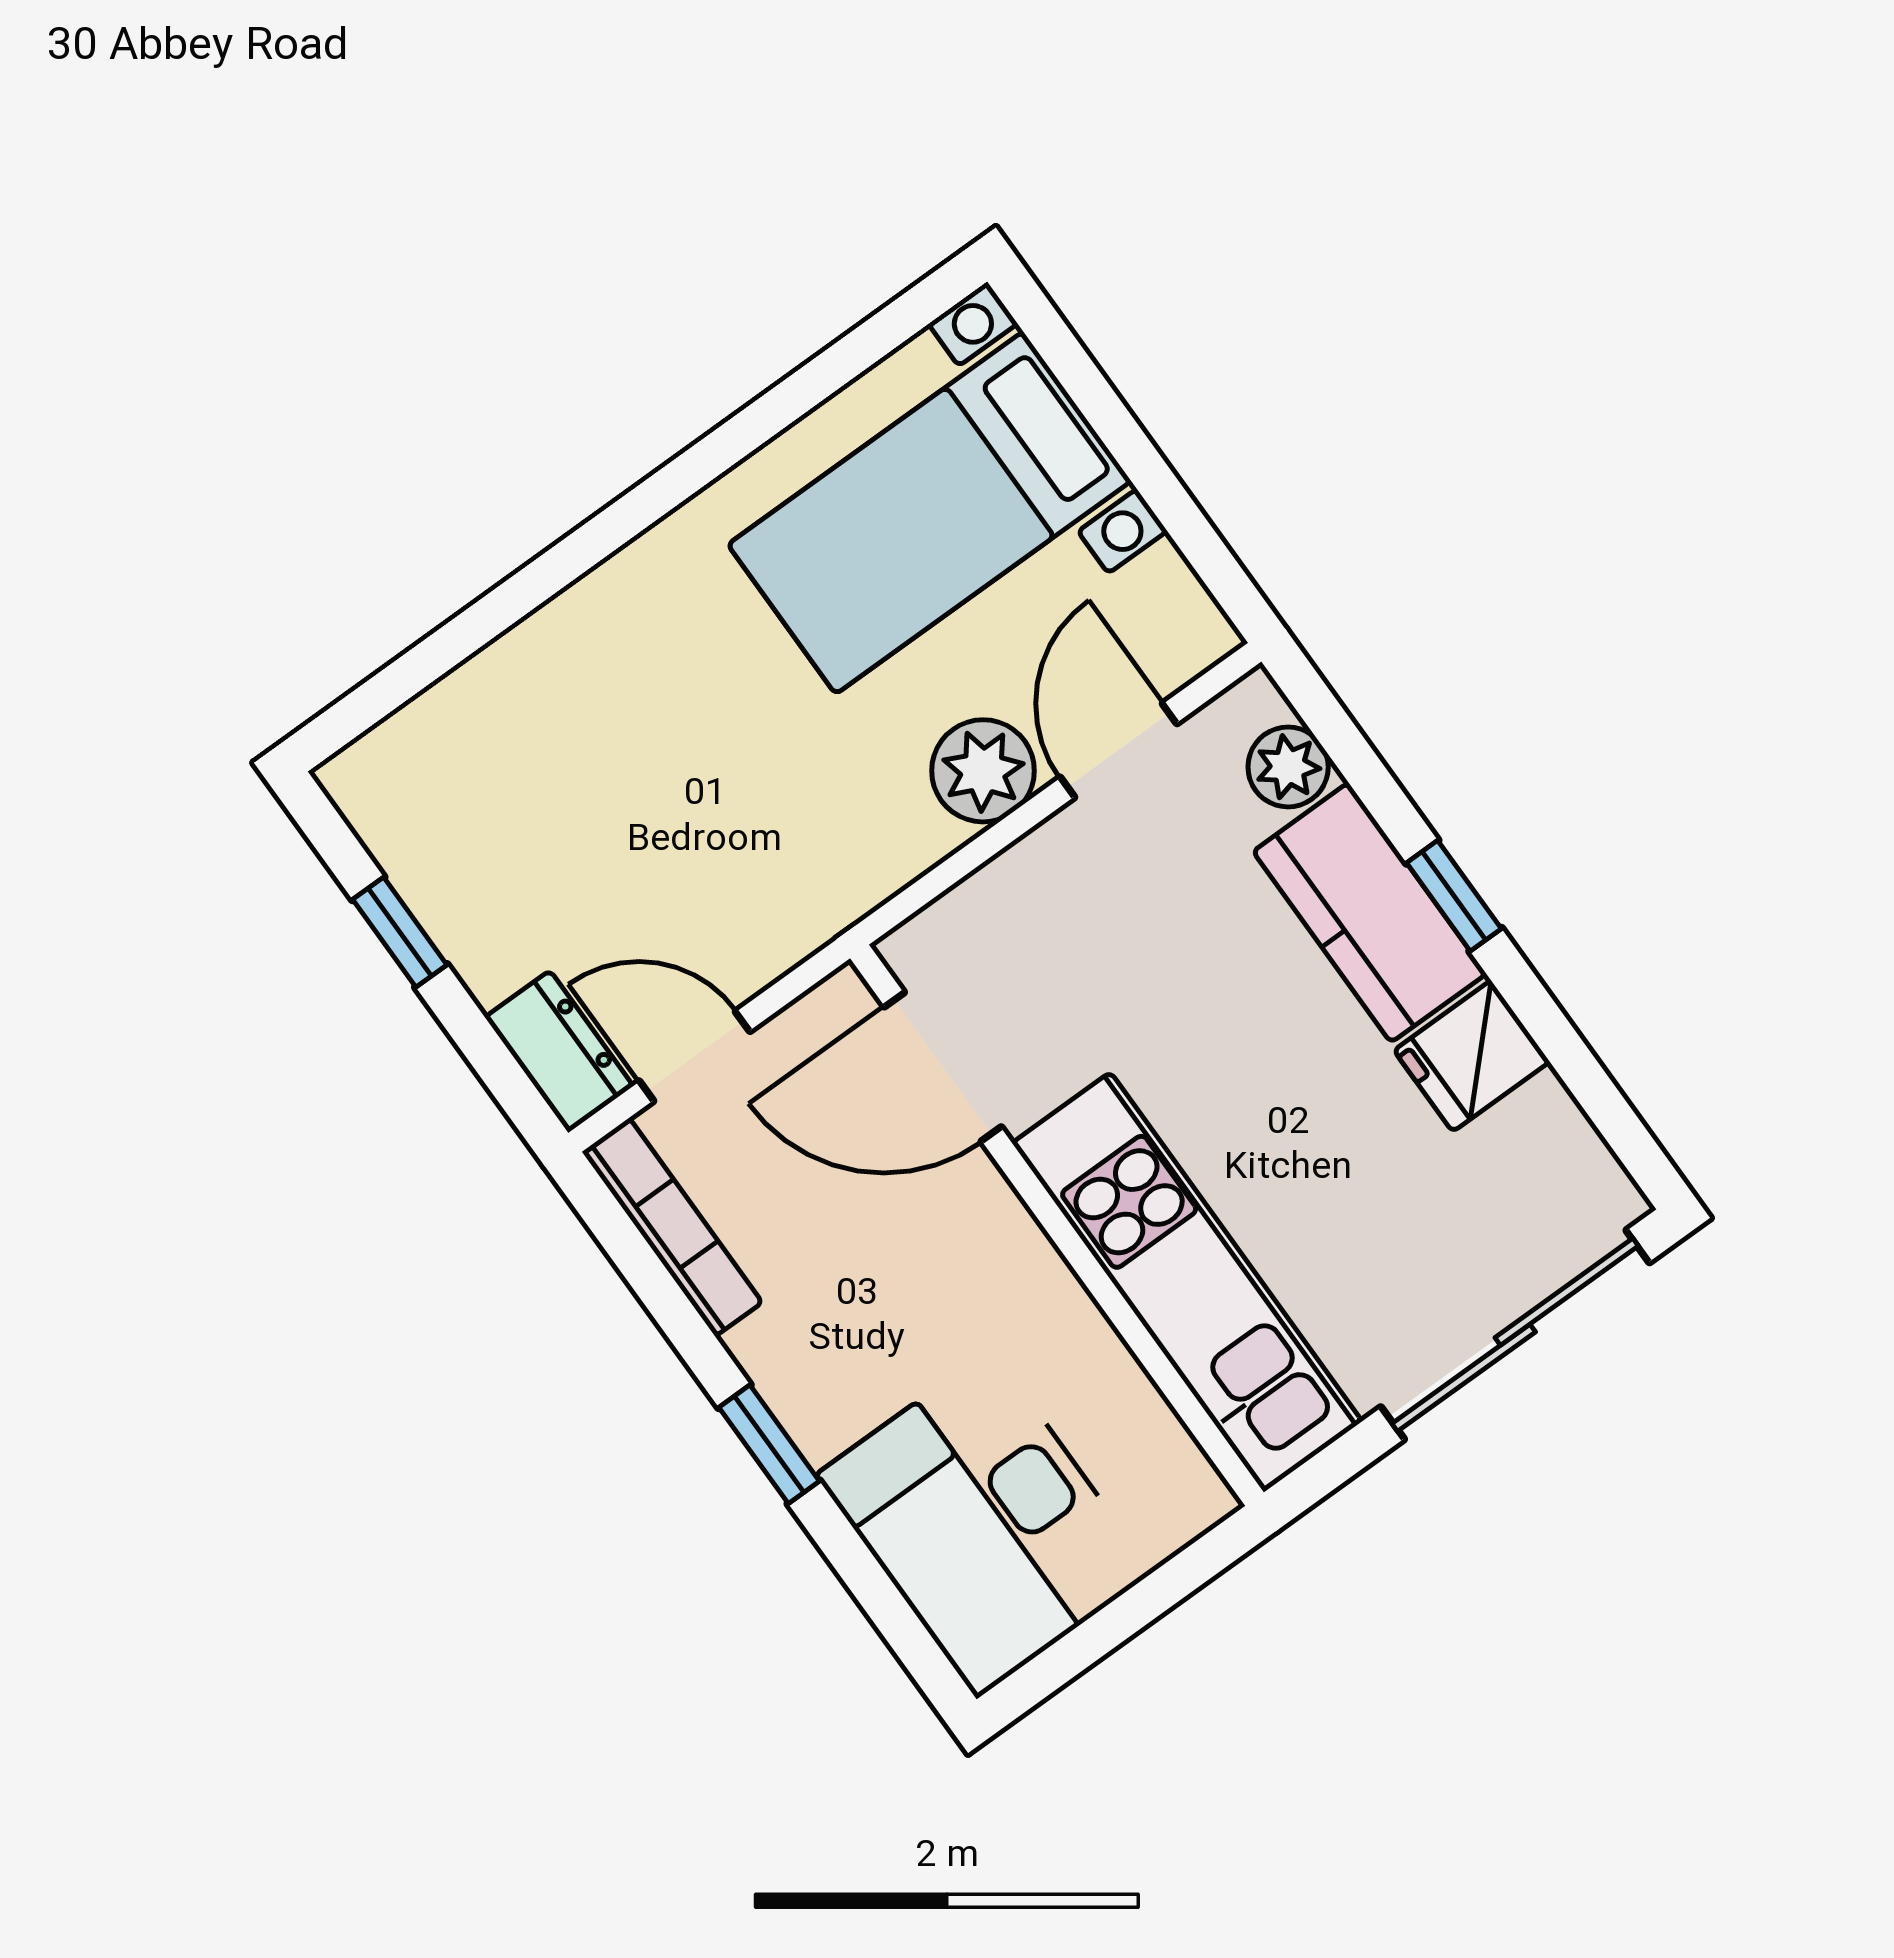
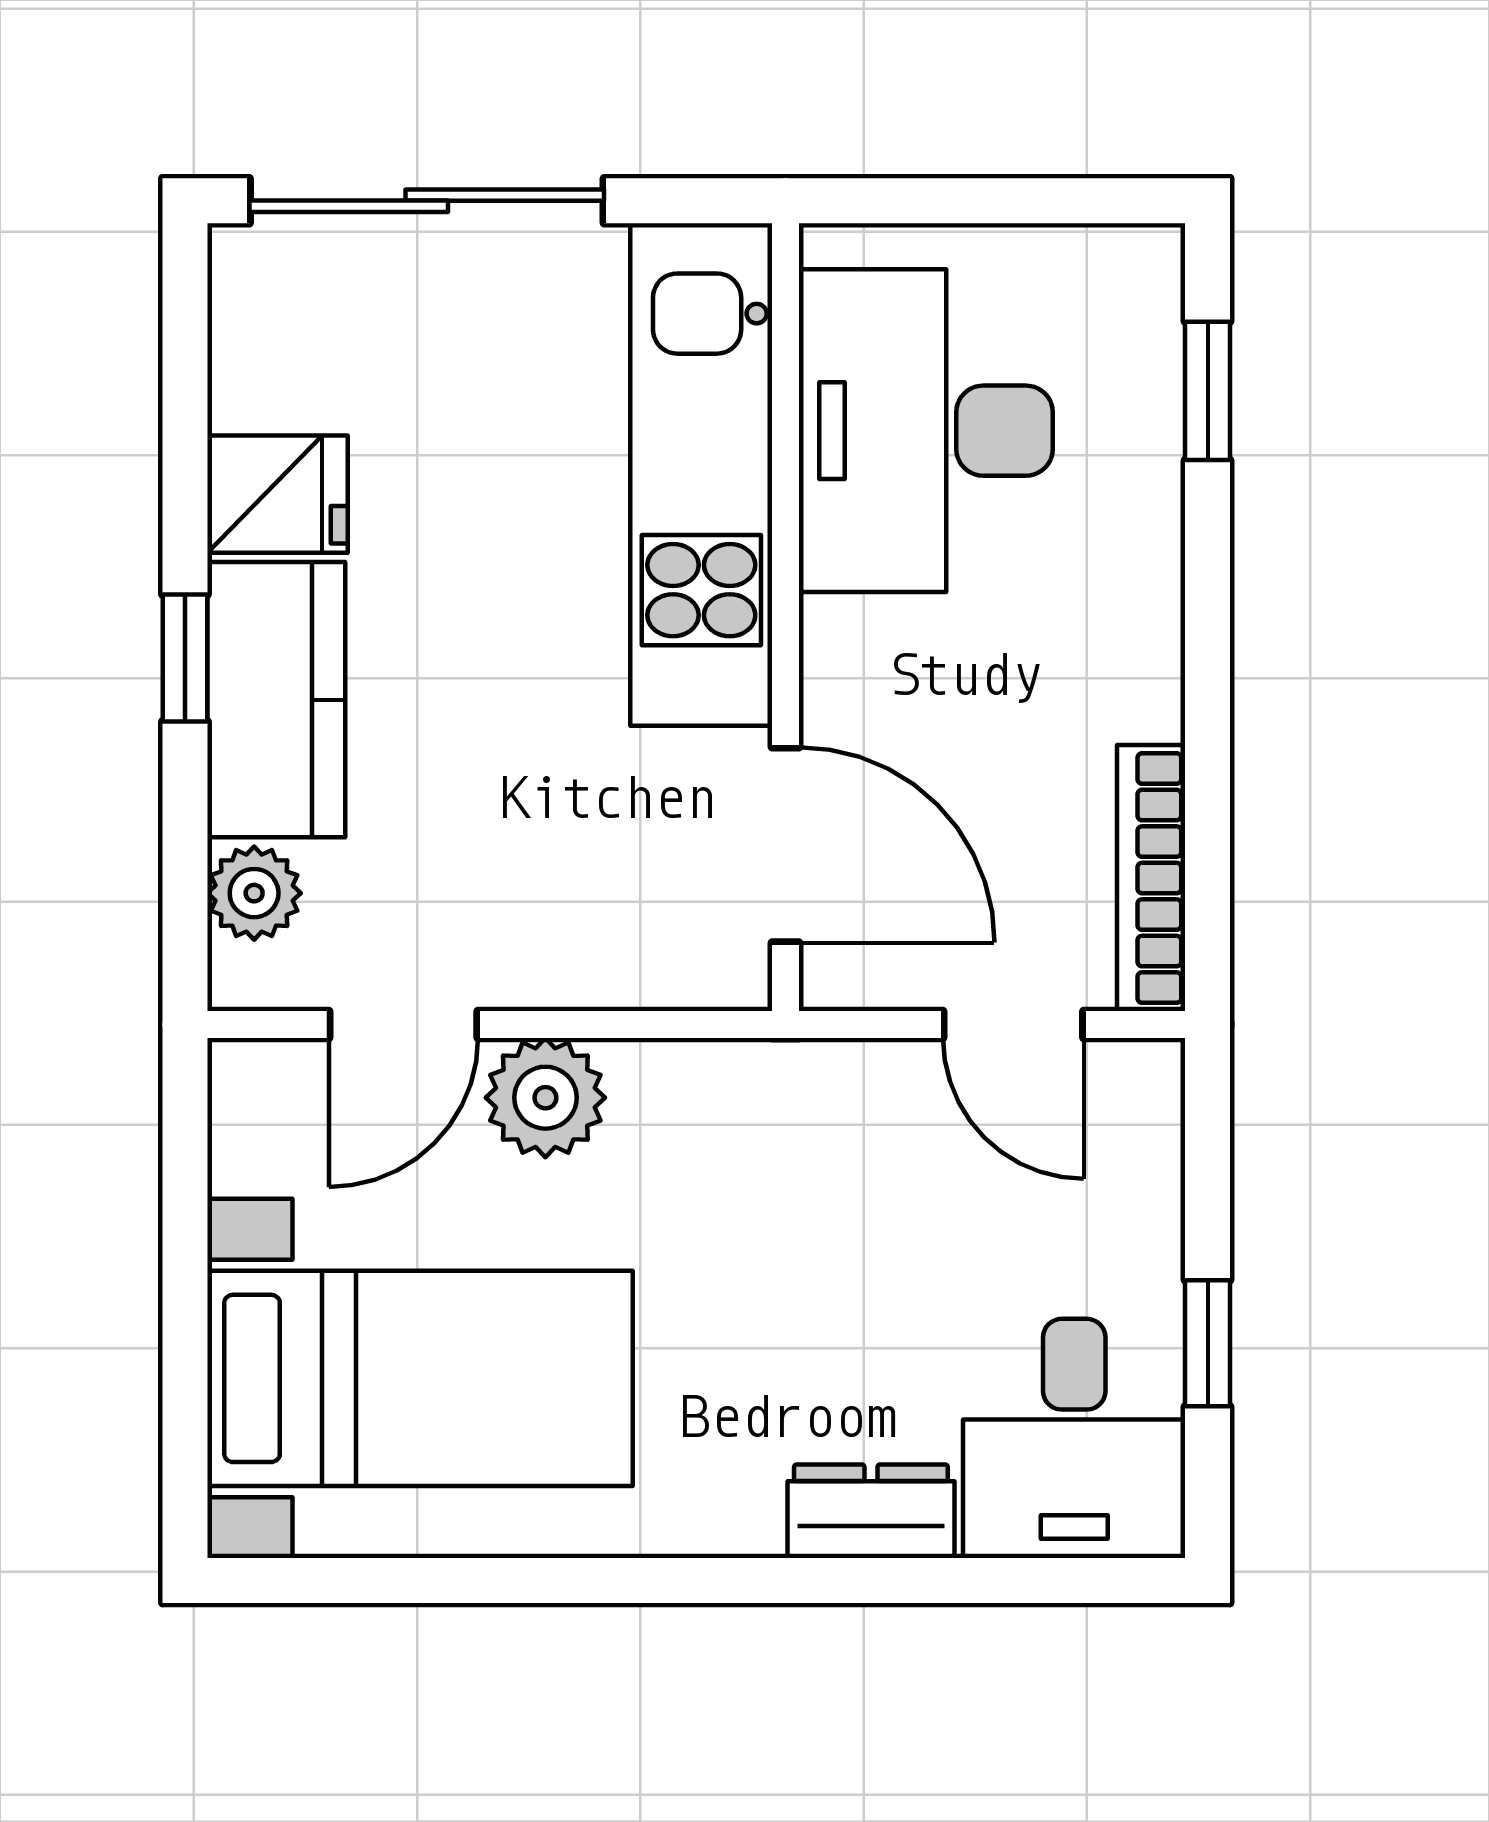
desk: (445, 799) -> (1074, 1438), added
dresser: (559, 1052) -> (871, 1511), moved, turned 90
window: (769, 1444) -> (1208, 391), moved
desk: (984, 1524) -> (926, 431), moved, turned 180

